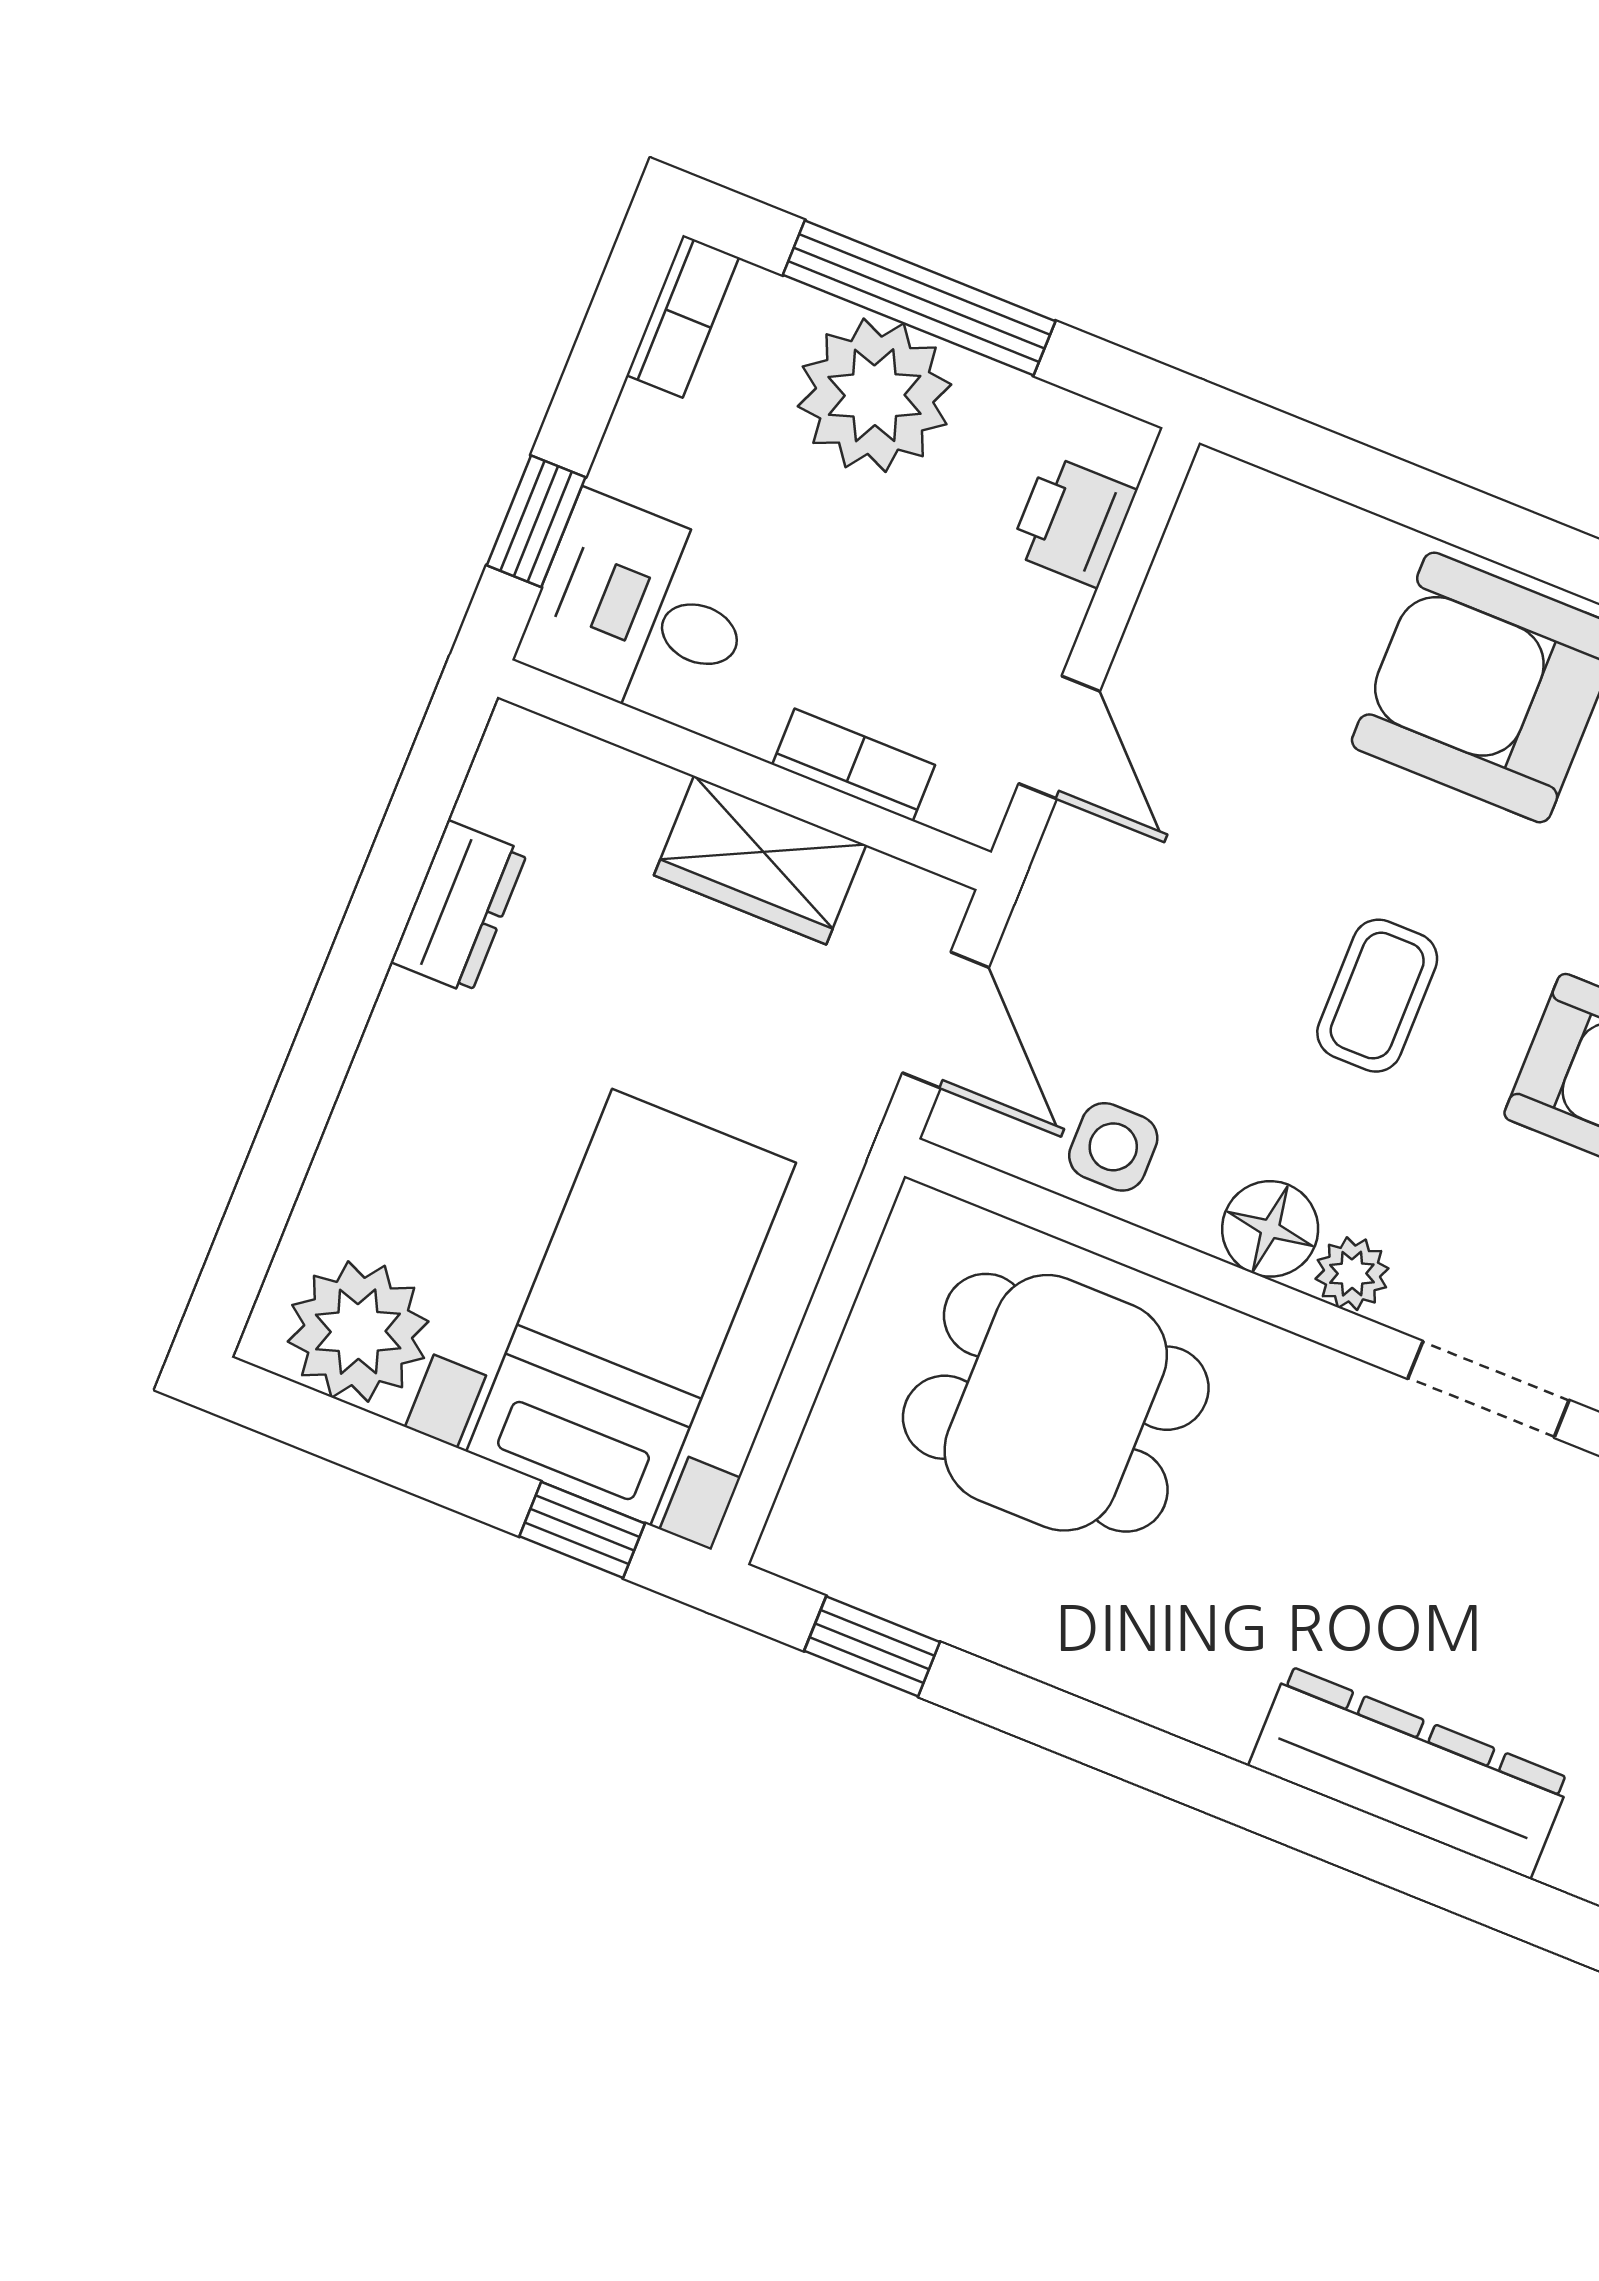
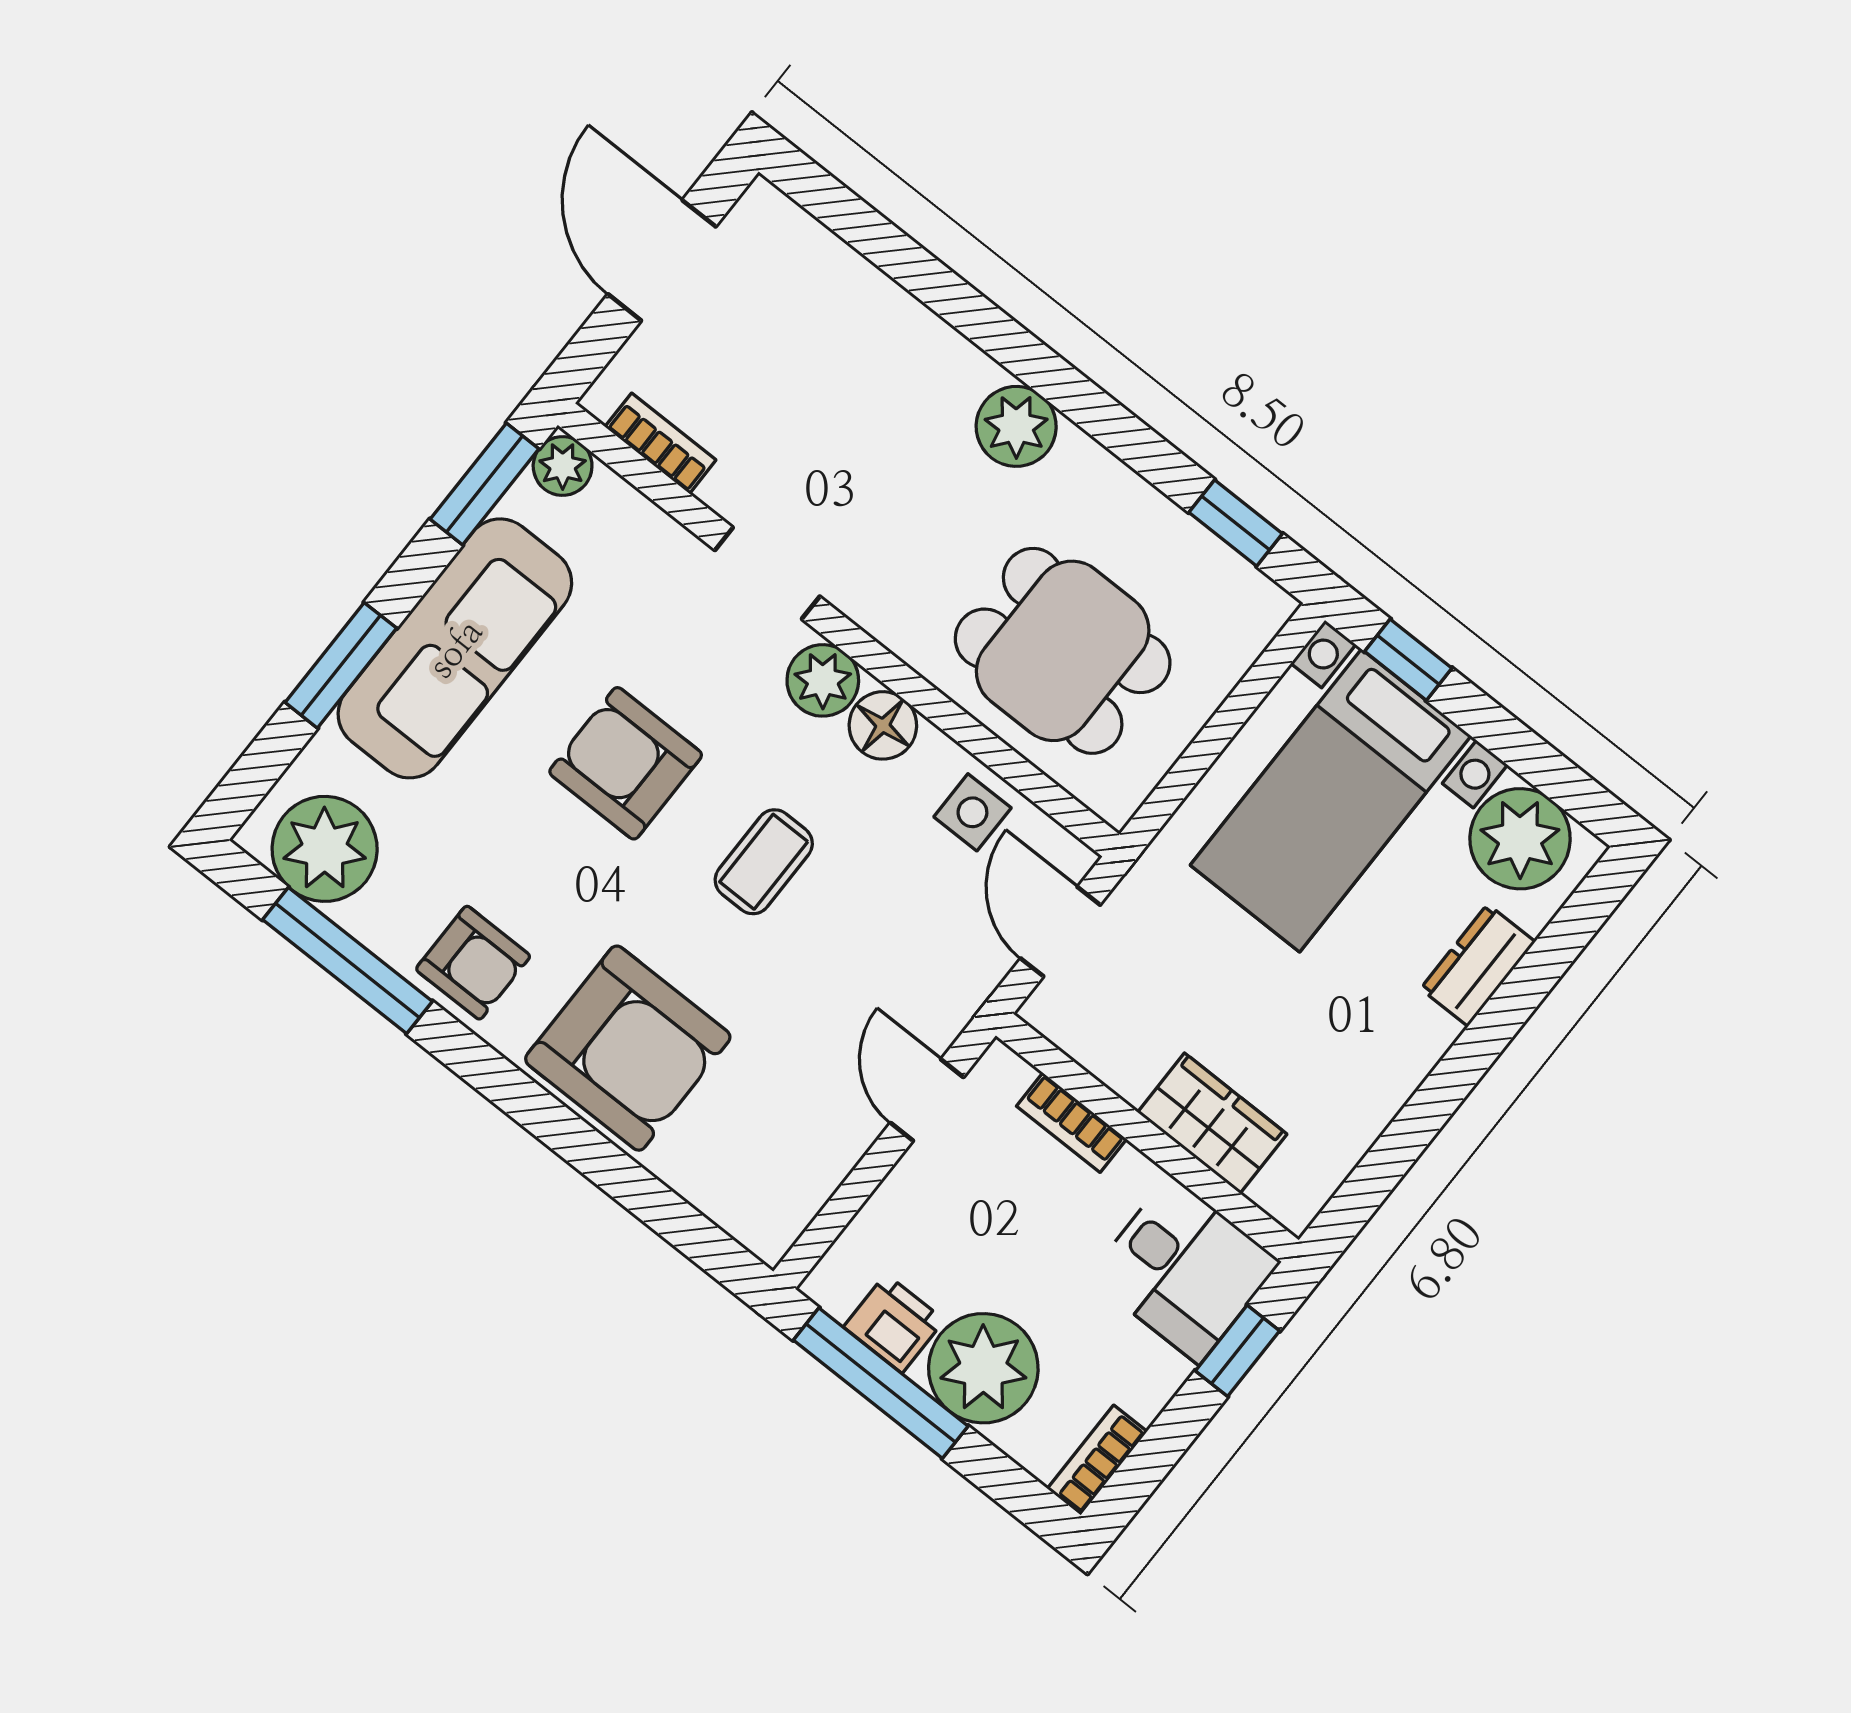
window: (919, 298) -> (881, 1383), moved
printer: (1073, 521) -> (894, 1324), moved, turned -90
wardrobe: (760, 860) -> (1212, 1123), moved
dresser: (459, 907) -> (1478, 965), moved
plant: (1352, 1274) -> (823, 680), width x1.38, depth x1.38
plant: (1209, 1689) -> (1016, 426), added
dresser: (1409, 1772) -> (897, 330), removed

